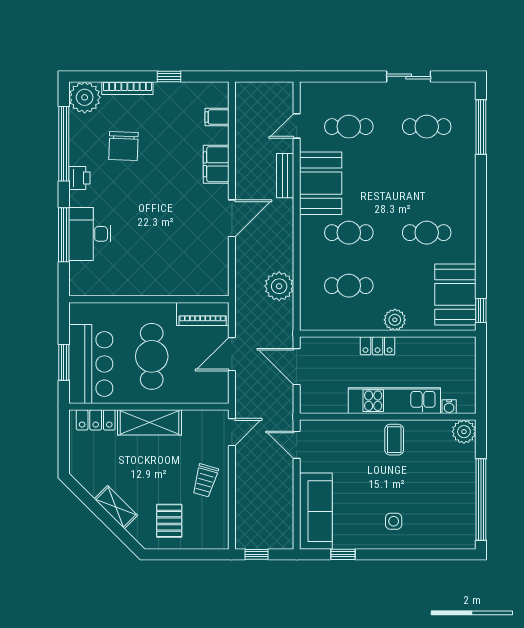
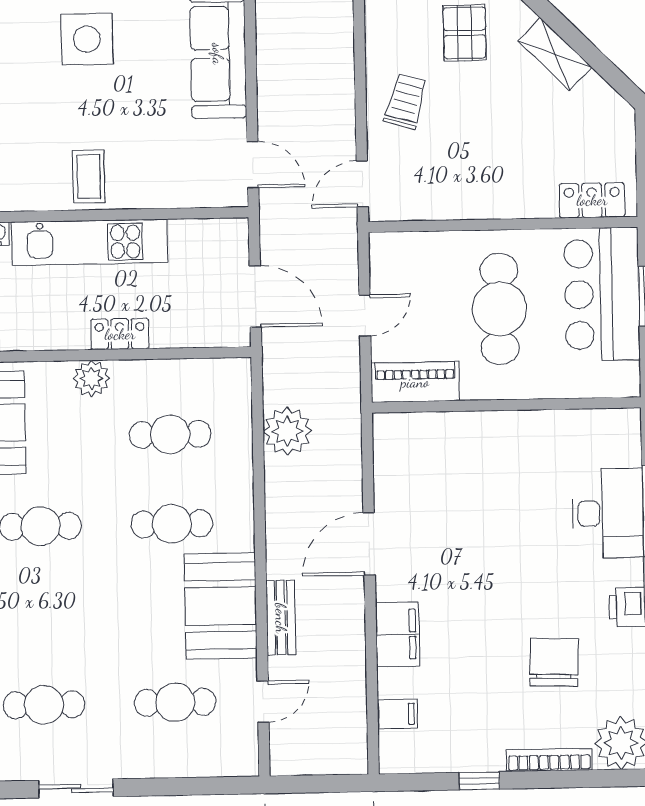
door: (232, 354) -> (365, 315), width x0.73
shelving: (150, 422) -> (501, 198), removed
side table: (394, 521) -> (87, 39), width x1.87, depth x1.87

